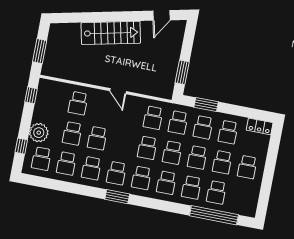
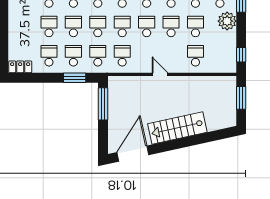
door: (161, 15) -> (133, 154), width x1.88
window: (182, 72) -> (103, 104), width x1.44
school desk: (247, 167) -> (147, 26), moved

